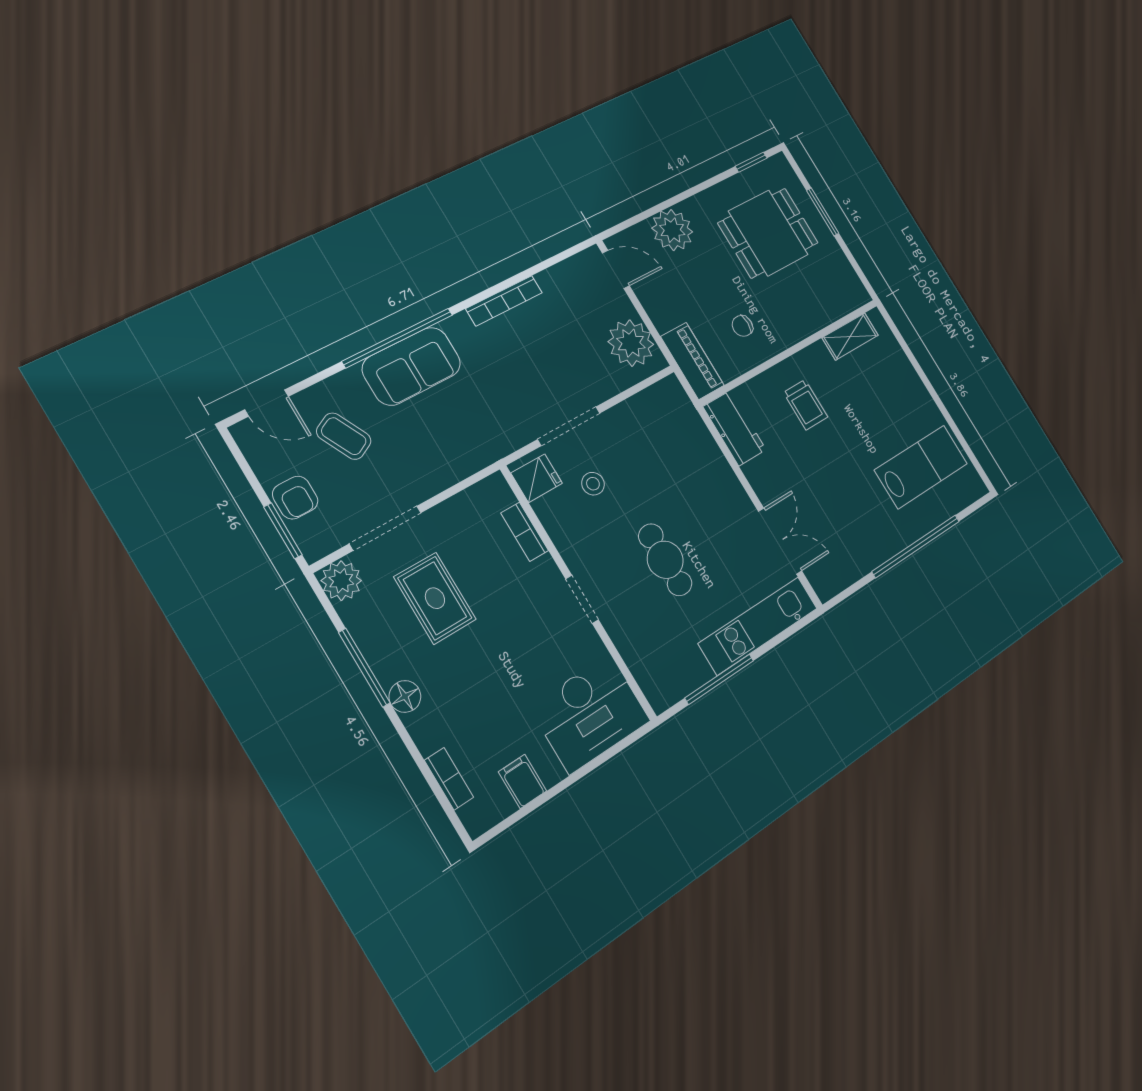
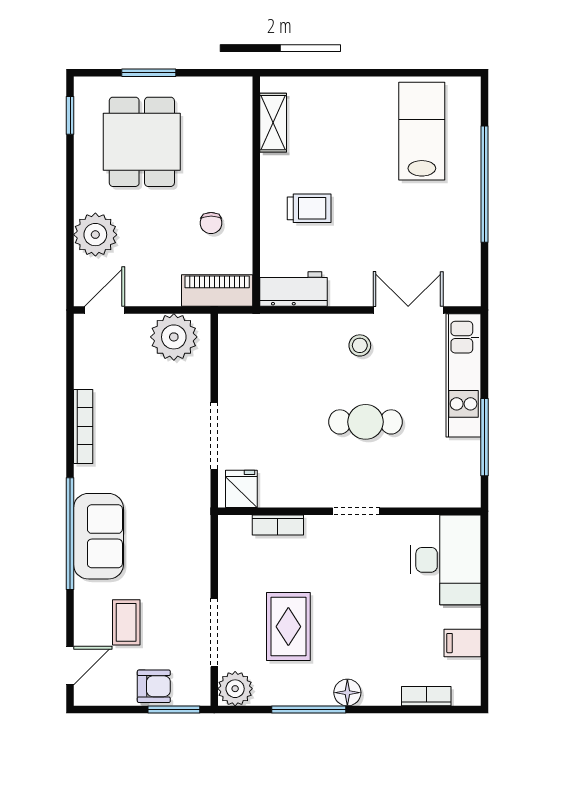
coffee table: (344, 436) -> (126, 622), turned -63
stool: (593, 484) -> (360, 345), moved
rug: (435, 598) -> (288, 627), turned 90

